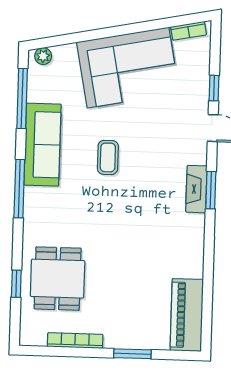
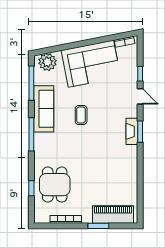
plant: (43, 56) -> (47, 62), width x1.88, depth x1.88
piano: (187, 315) -> (113, 214), moved, turned 90

